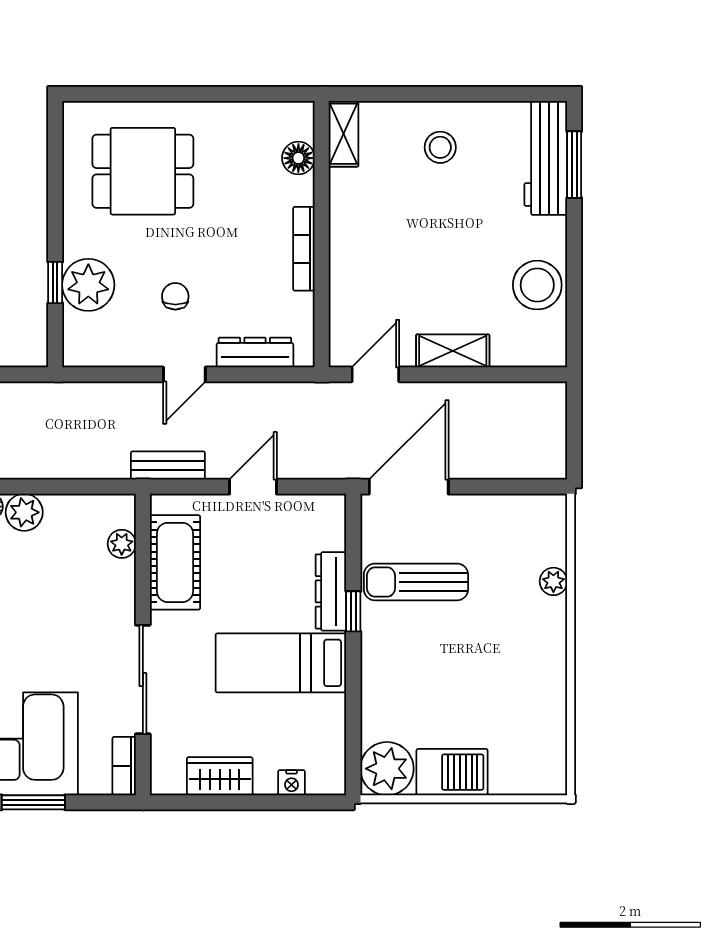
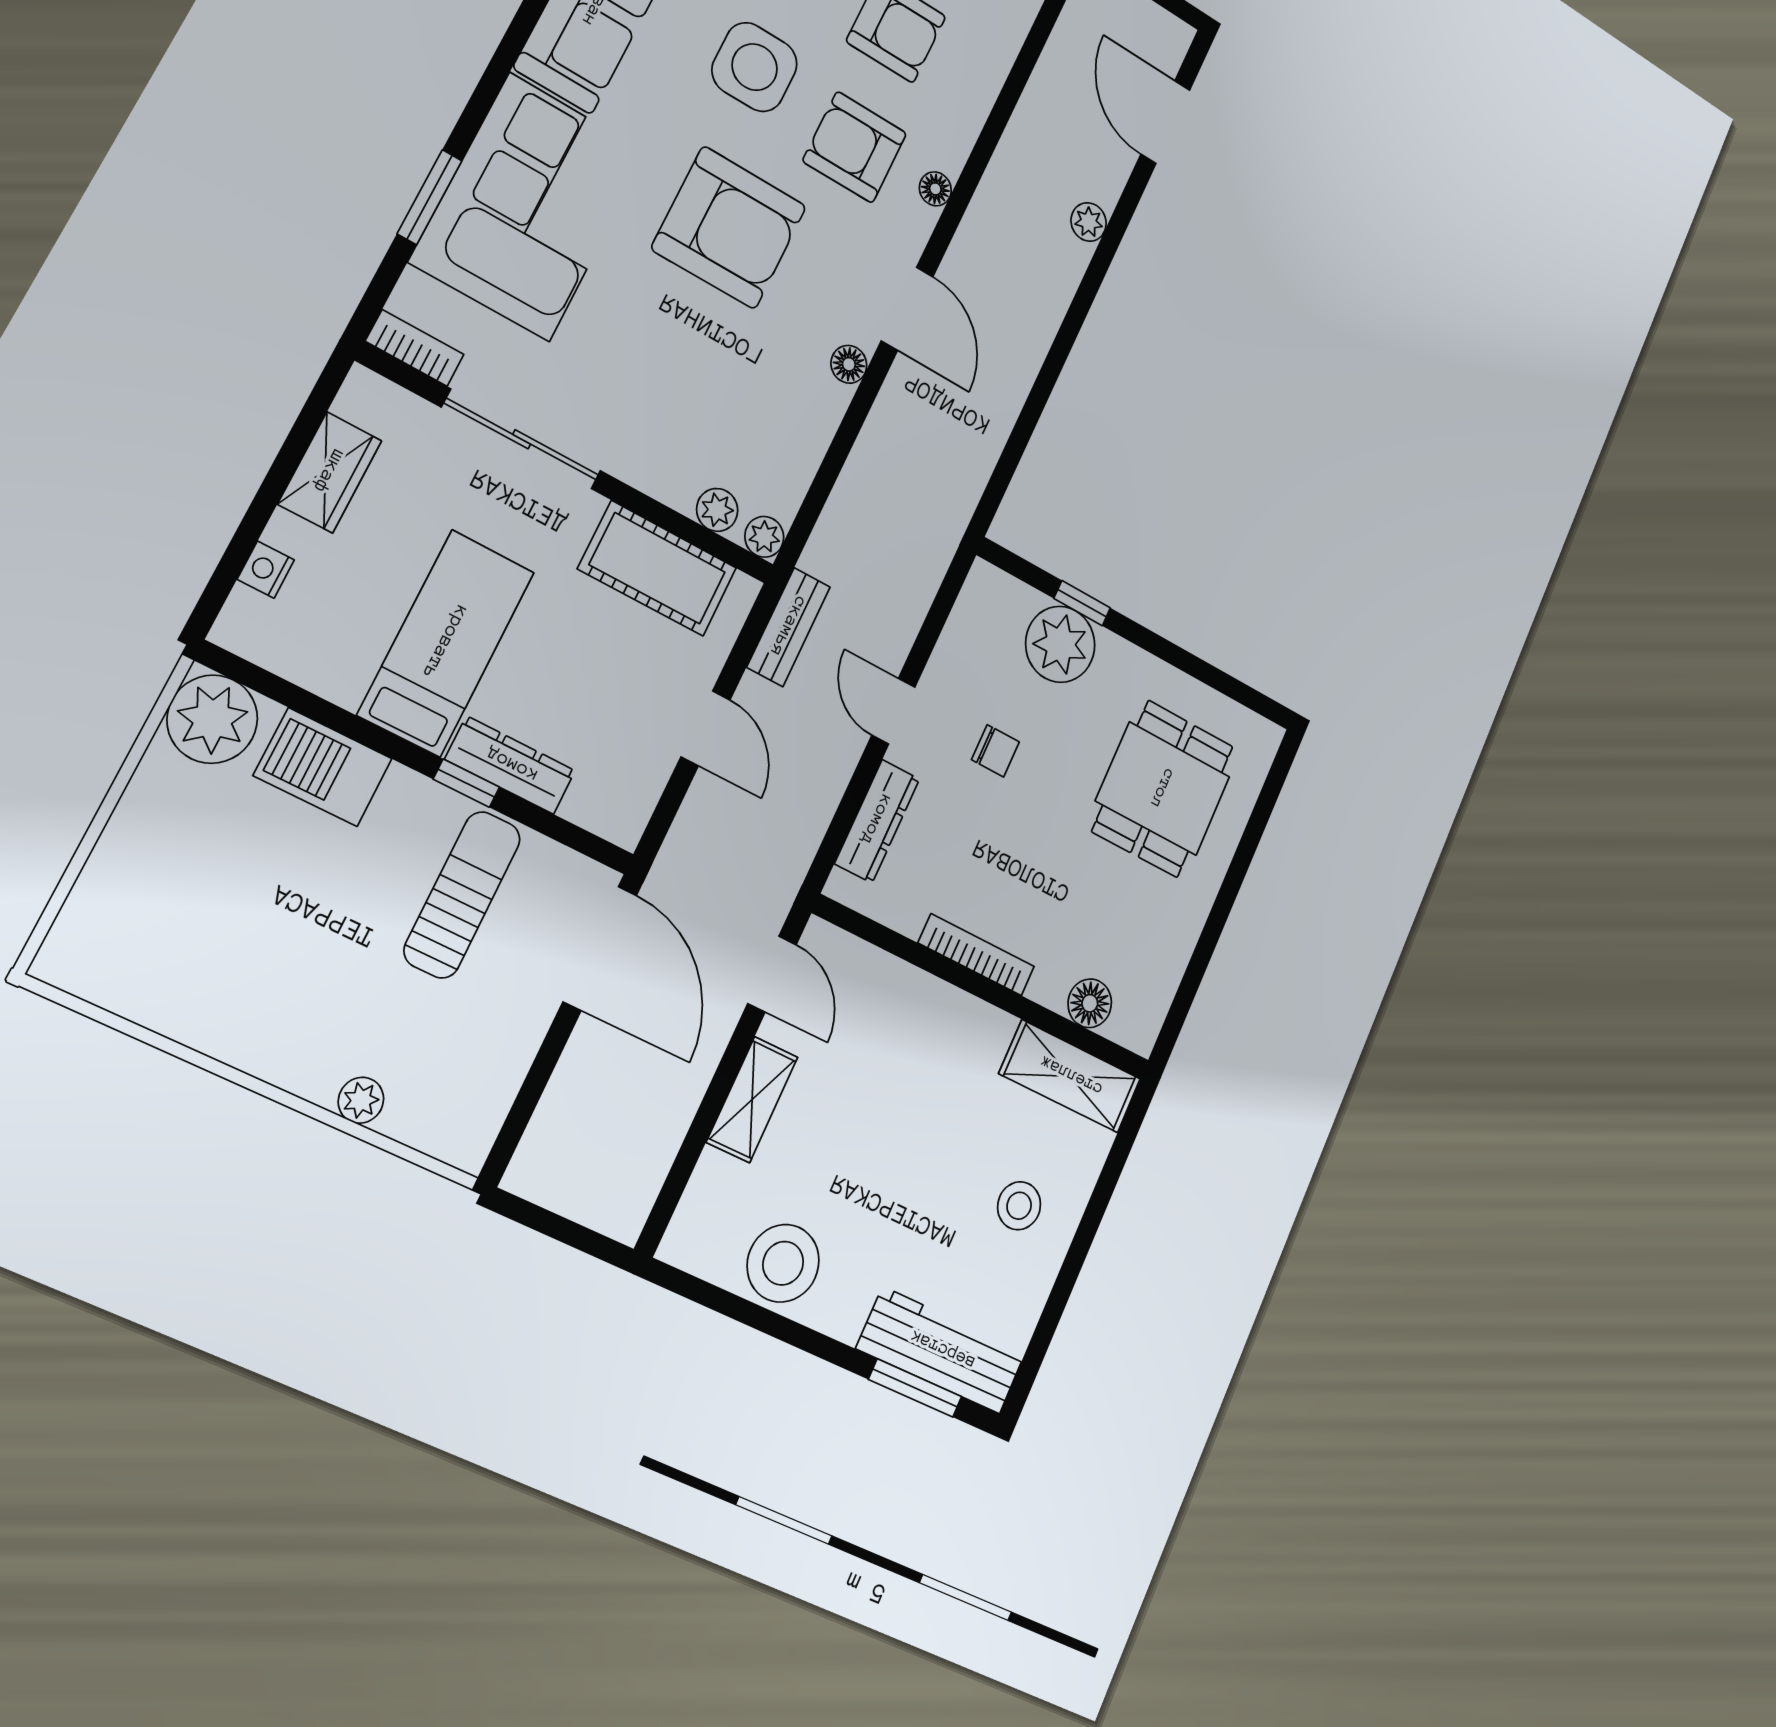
shelving: (343, 134) -> (1070, 1076), width x1.50, depth x1.33
plant: (24, 512) -> (764, 537), moved, width x0.73, depth x0.73
barbecue: (452, 772) -> (323, 767), moved, turned 90

